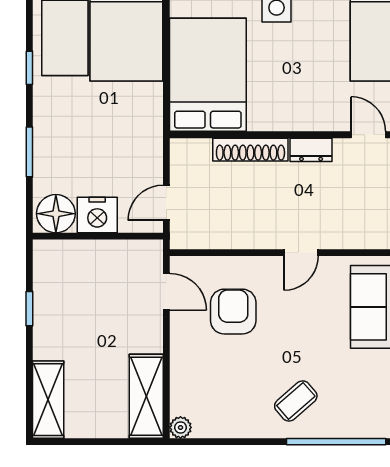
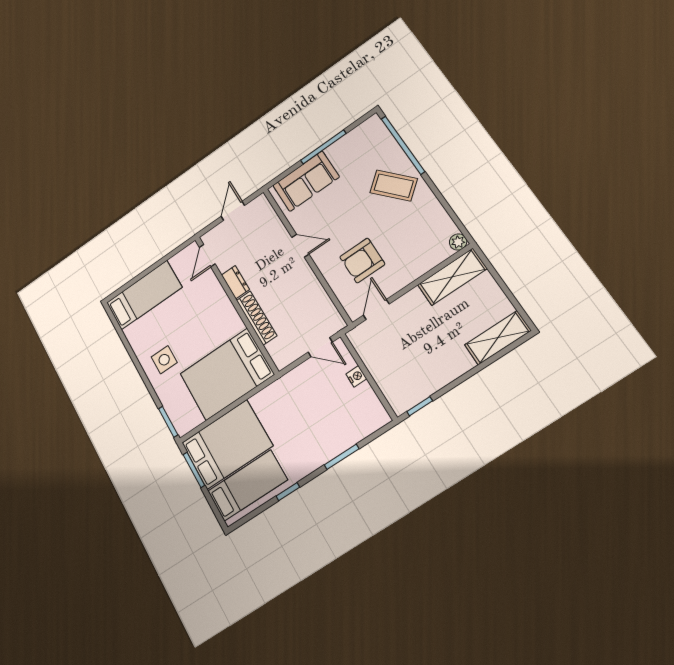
floor lamp: (56, 214) -> (371, 413), removed
nightstand: (97, 215) -> (356, 376), width x0.53, depth x0.56
window: (29, 309) -> (420, 406), moved
coffee table: (296, 401) -> (394, 186), width x1.36, depth x1.30

